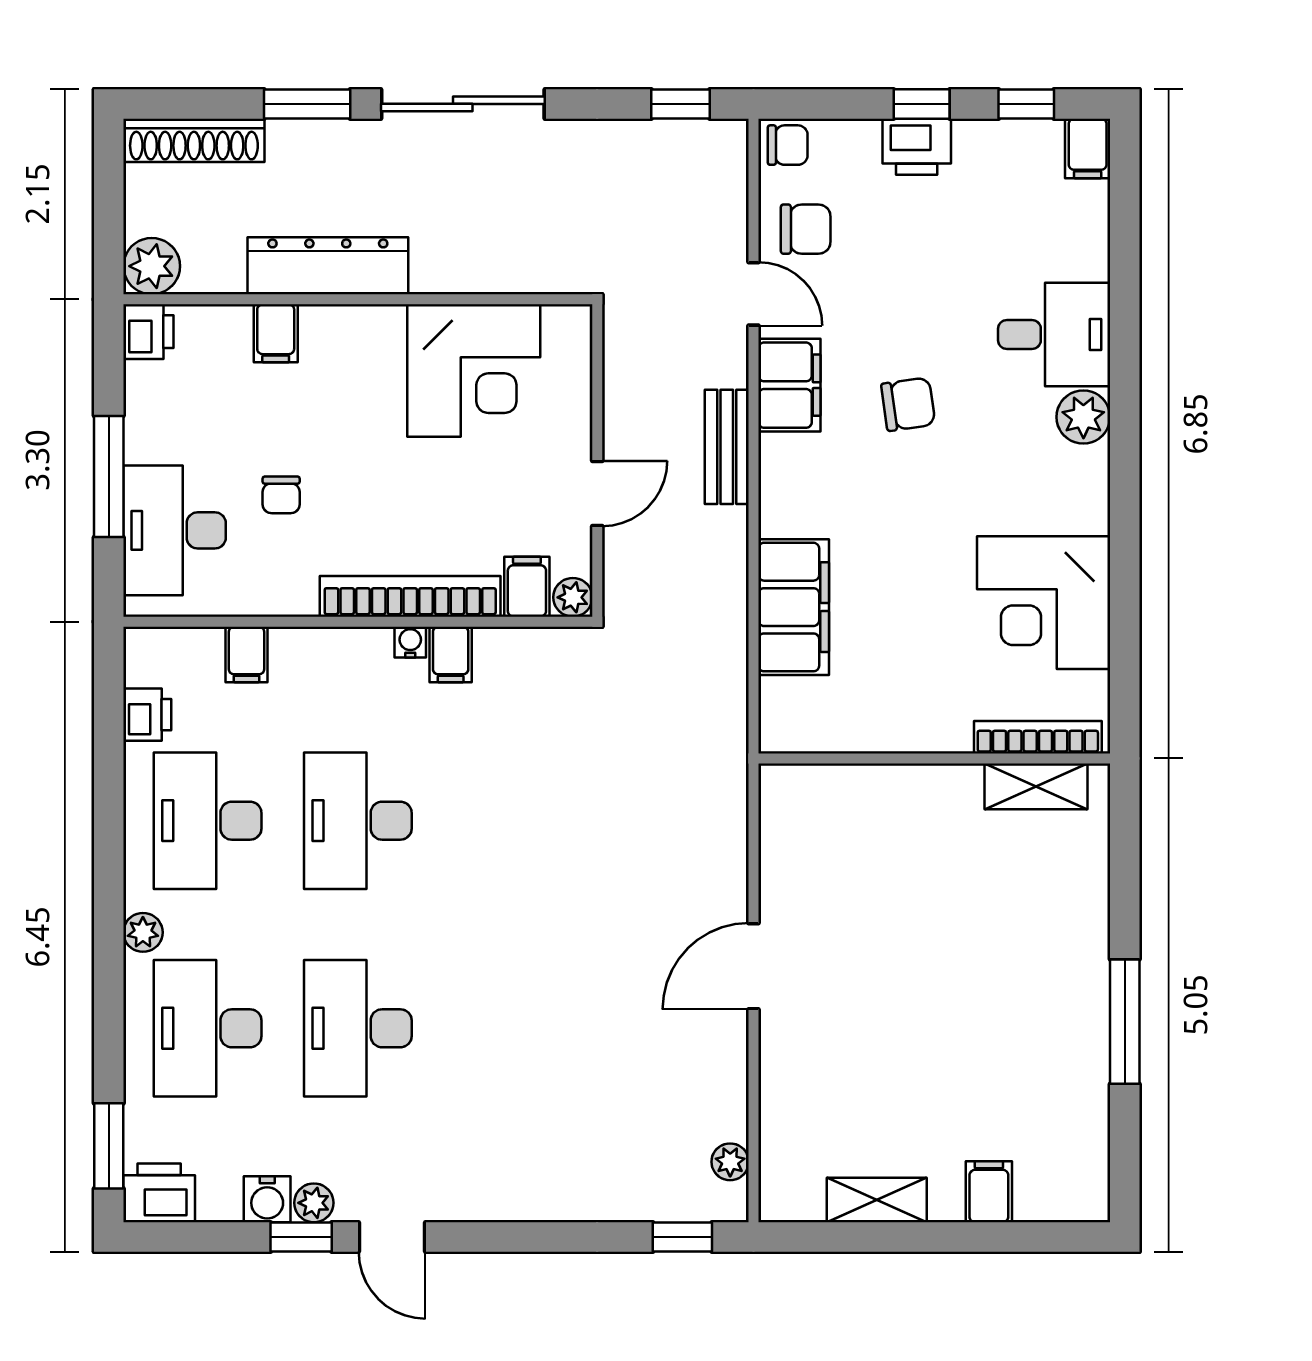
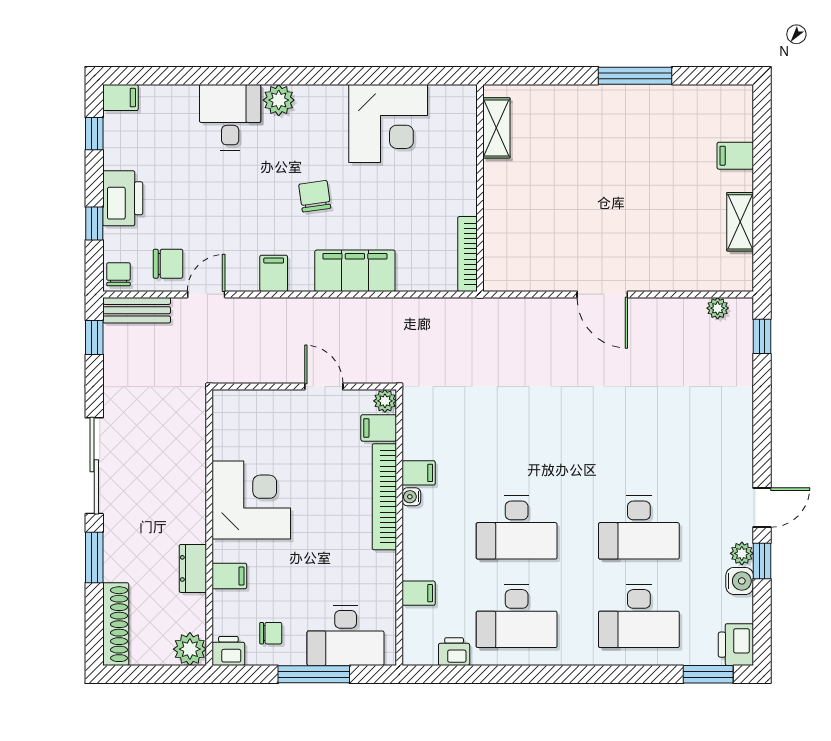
window: (922, 104) -> (94, 224), moved
printer: (917, 147) -> (123, 198), width x1.37, depth x1.19
chair: (806, 229) -> (168, 264), turned 90
dresser: (328, 266) -> (193, 568), width x0.51, depth x0.80
corner desk: (474, 371) -> (251, 500), moved
filing cabinet: (789, 385) -> (274, 273), width x0.50
chair: (908, 404) -> (315, 196), moved
bench: (727, 447) -> (137, 310), moved
chair: (281, 495) -> (271, 633), moved
filing cabinet: (794, 607) -> (355, 271), moved
bookcase: (1038, 737) -> (467, 254), moved
plant: (143, 932) -> (582, 654), removed

